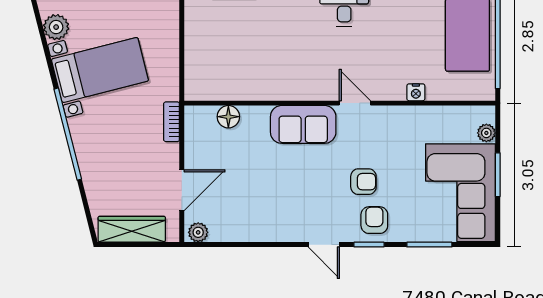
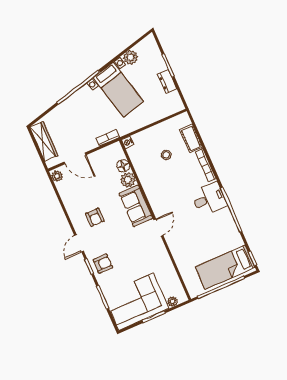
stool: (241, 38) -> (166, 155), added
nightstand: (416, 92) -> (128, 142), moved
plant: (255, 119) -> (128, 180), added
armchair: (363, 182) -> (95, 217), moved

